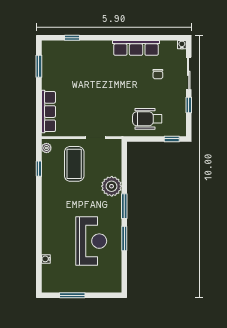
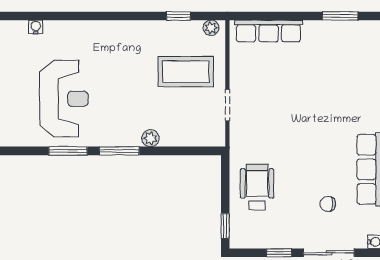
plant: (112, 186) -> (151, 138), width x0.53, depth x0.53
reception desk: (91, 241) -> (64, 99), turned -90

